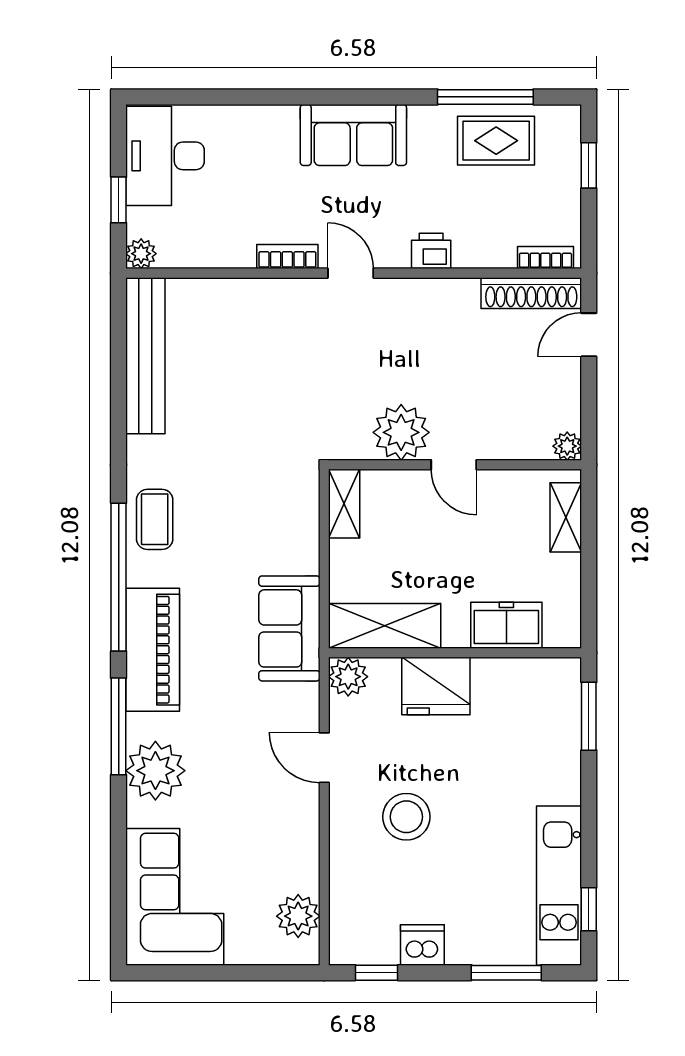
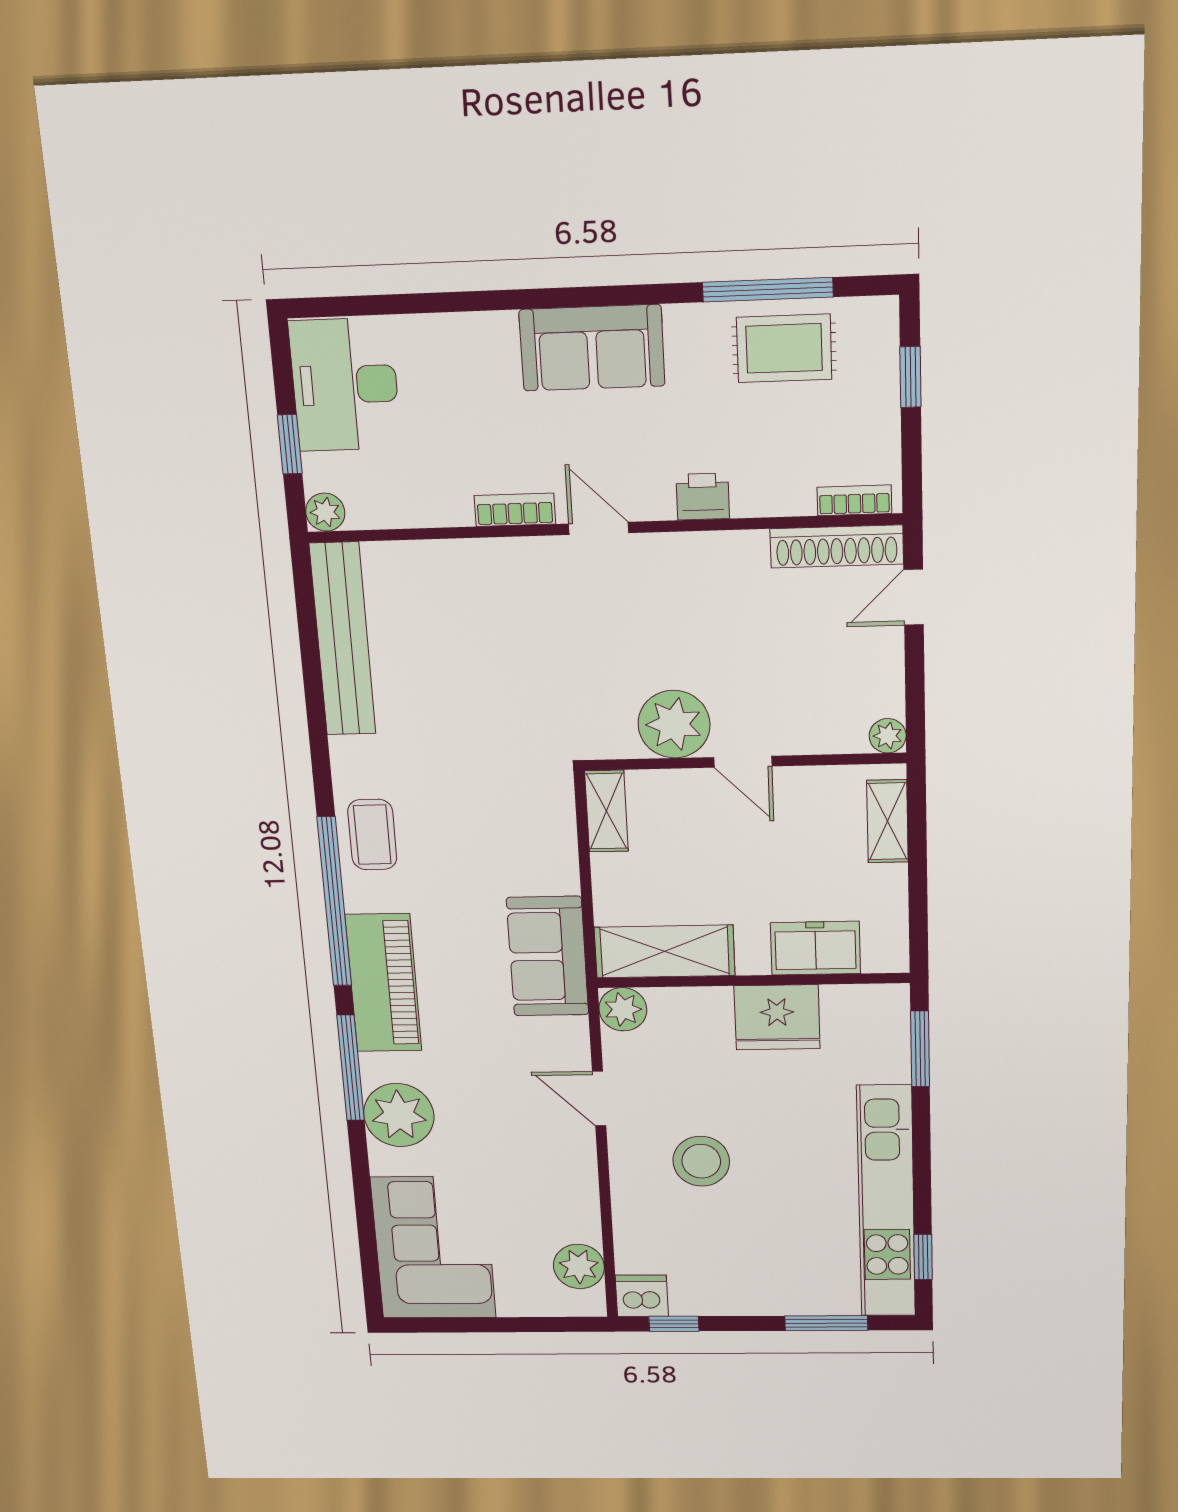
fridge: (436, 686) -> (777, 1017), moved
kitchen unit: (559, 886) -> (886, 1202), width x1.36
dishwasher: (422, 945) -> (642, 1296), moved

